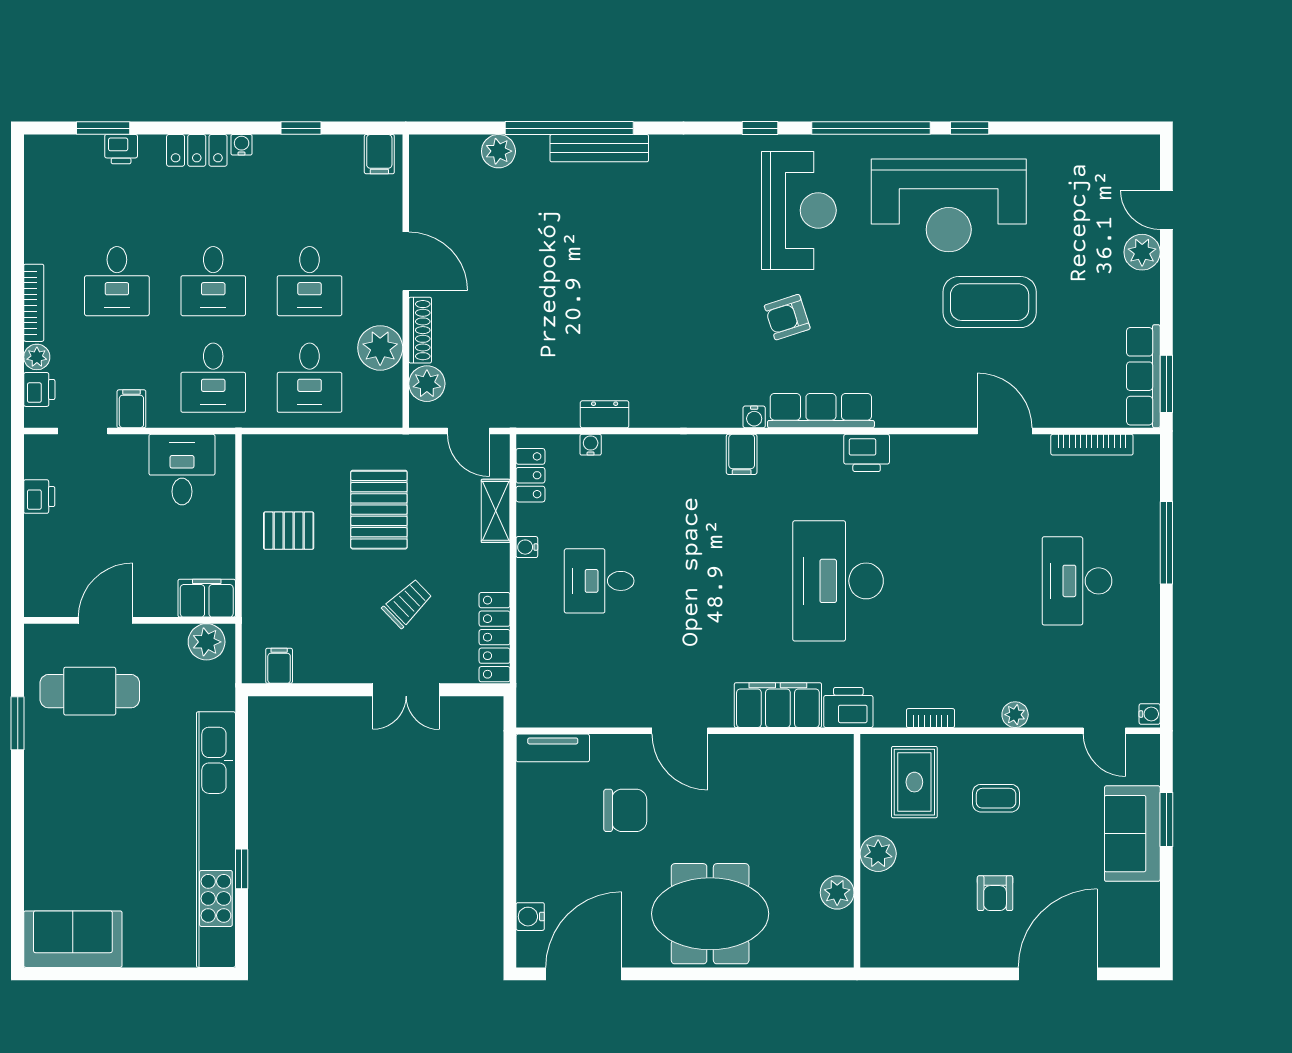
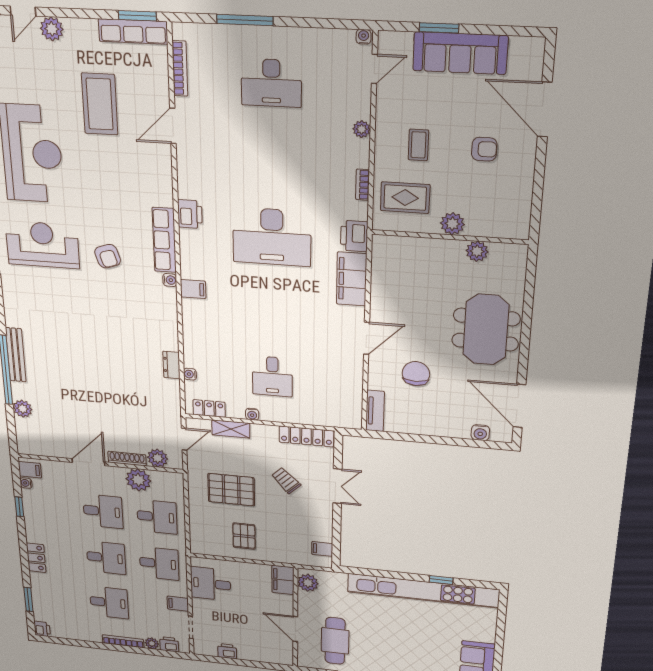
water cooler: (242, 145) -> (26, 483), moved
printer: (121, 149) -> (42, 629), moved
coffee table: (990, 302) -> (100, 104), moved
sofa: (1132, 834) -> (460, 53), width x1.36

